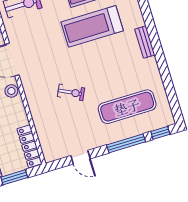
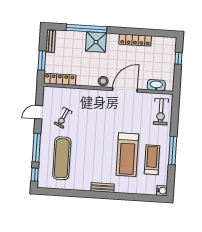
treadmill: (92, 26) -> (127, 155), turned 180
exercise bike: (71, 92) -> (63, 118), moved

